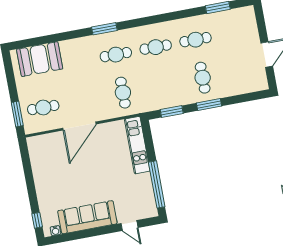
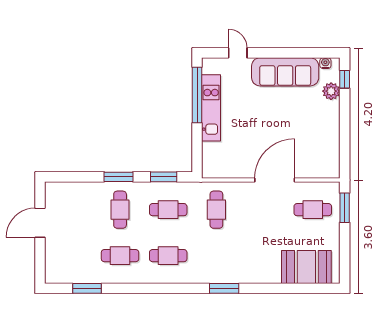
cafe table: (116, 55) -> (168, 210), moved
kitchen unit: (137, 145) -> (211, 108), moved
plant: (46, 208) -> (331, 91), added

